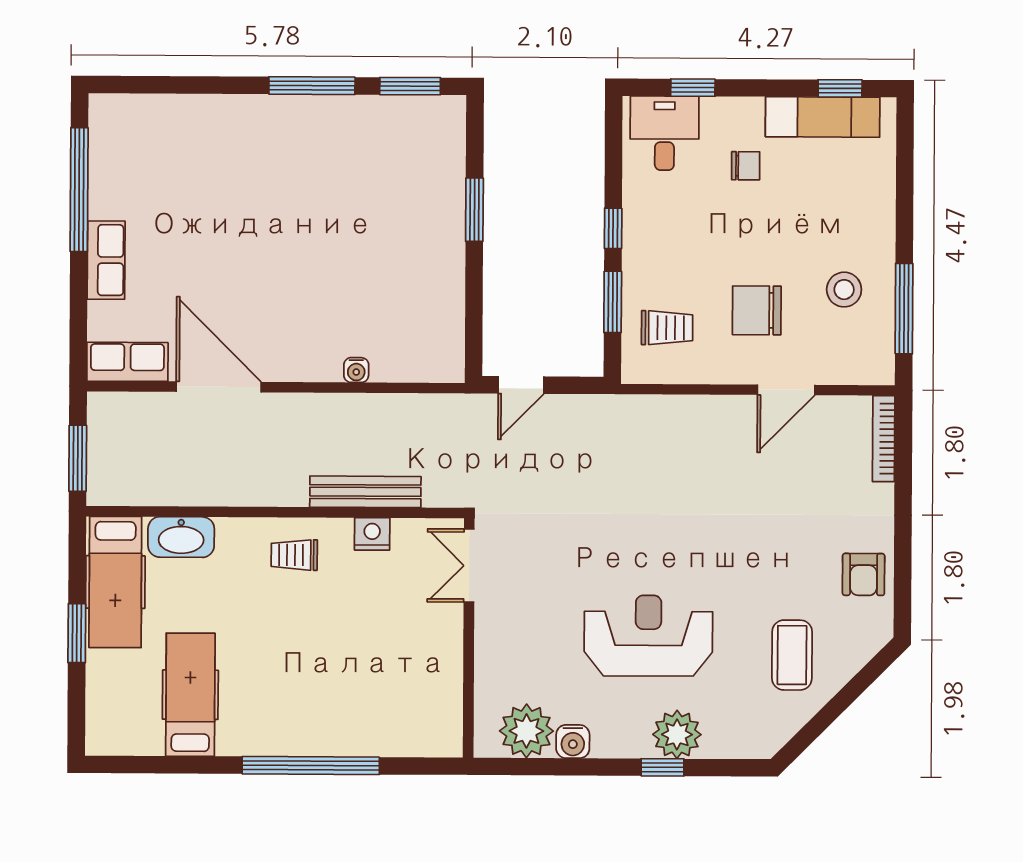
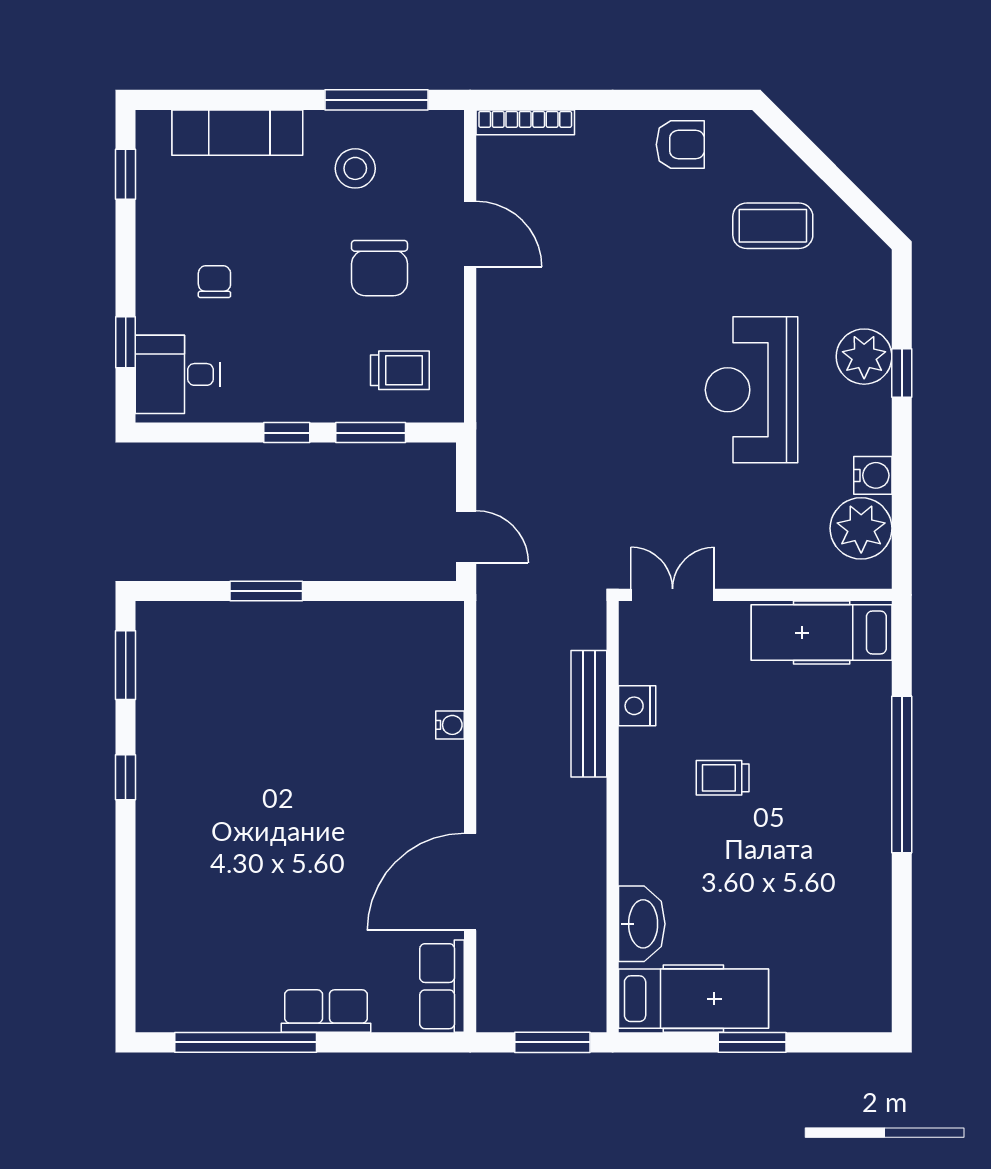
window: (312, 86) -> (126, 777), width x0.46
exam couch: (823, 117) -> (237, 133), moved, turned 90
trolley: (667, 328) -> (400, 370), turned 90
trolley: (294, 555) -> (723, 778), moved, turned 90
double door: (469, 566) -> (673, 595), swing flipped
hospital bed: (190, 695) -> (822, 633), moved

